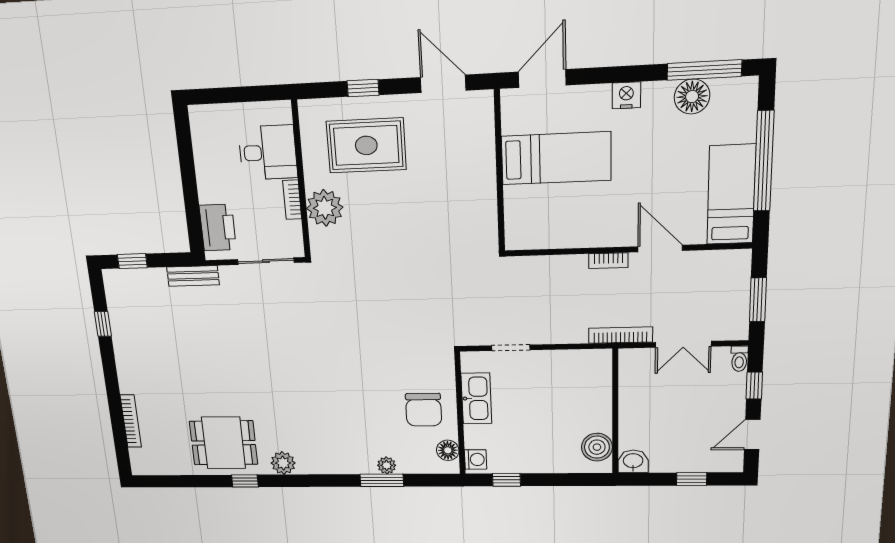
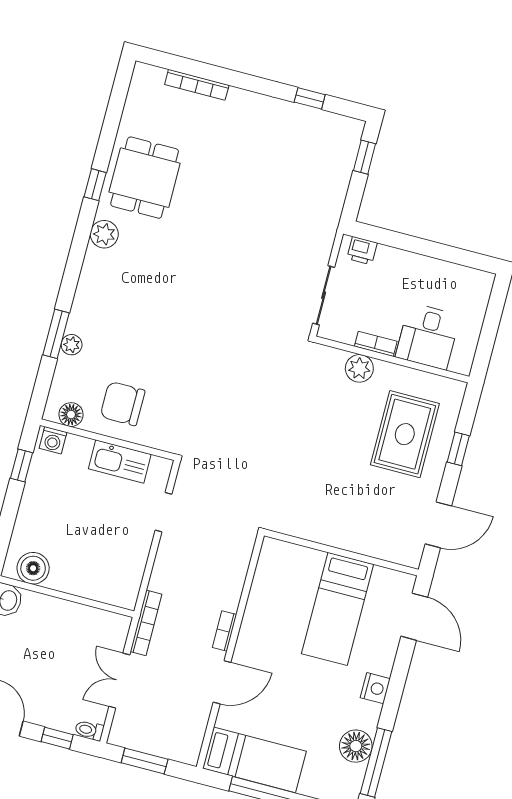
plant: (325, 208) -> (359, 368), width x0.73, depth x0.73
printer: (218, 227) -> (362, 251), width x0.53, depth x0.68
bench: (193, 276) -> (331, 214), removed

